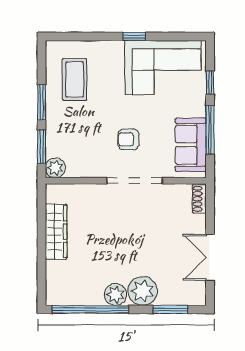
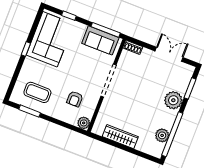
window: (42, 102) -> (30, 111), moved
window: (210, 130) -> (106, 30), moved
armchair: (128, 139) -> (75, 99), moved
window: (42, 147) -> (69, 126), removed
double door: (210, 257) -> (169, 54), swing flipped
plant: (115, 295) -> (162, 135), moved

